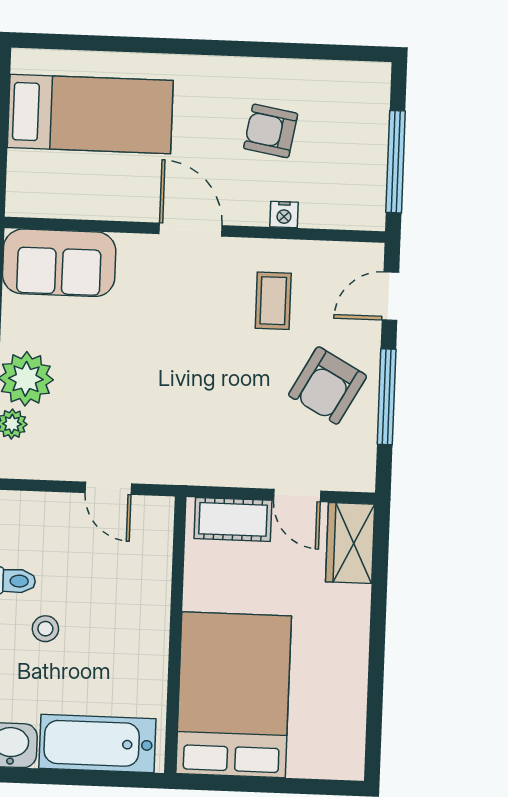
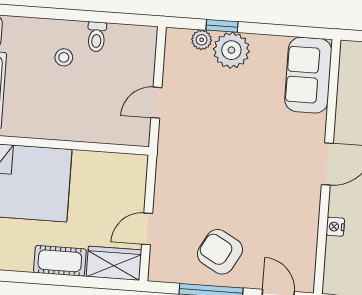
coffee table: (273, 301) -> (278, 217), removed
cot: (233, 519) -> (60, 261), moved, turned 90

